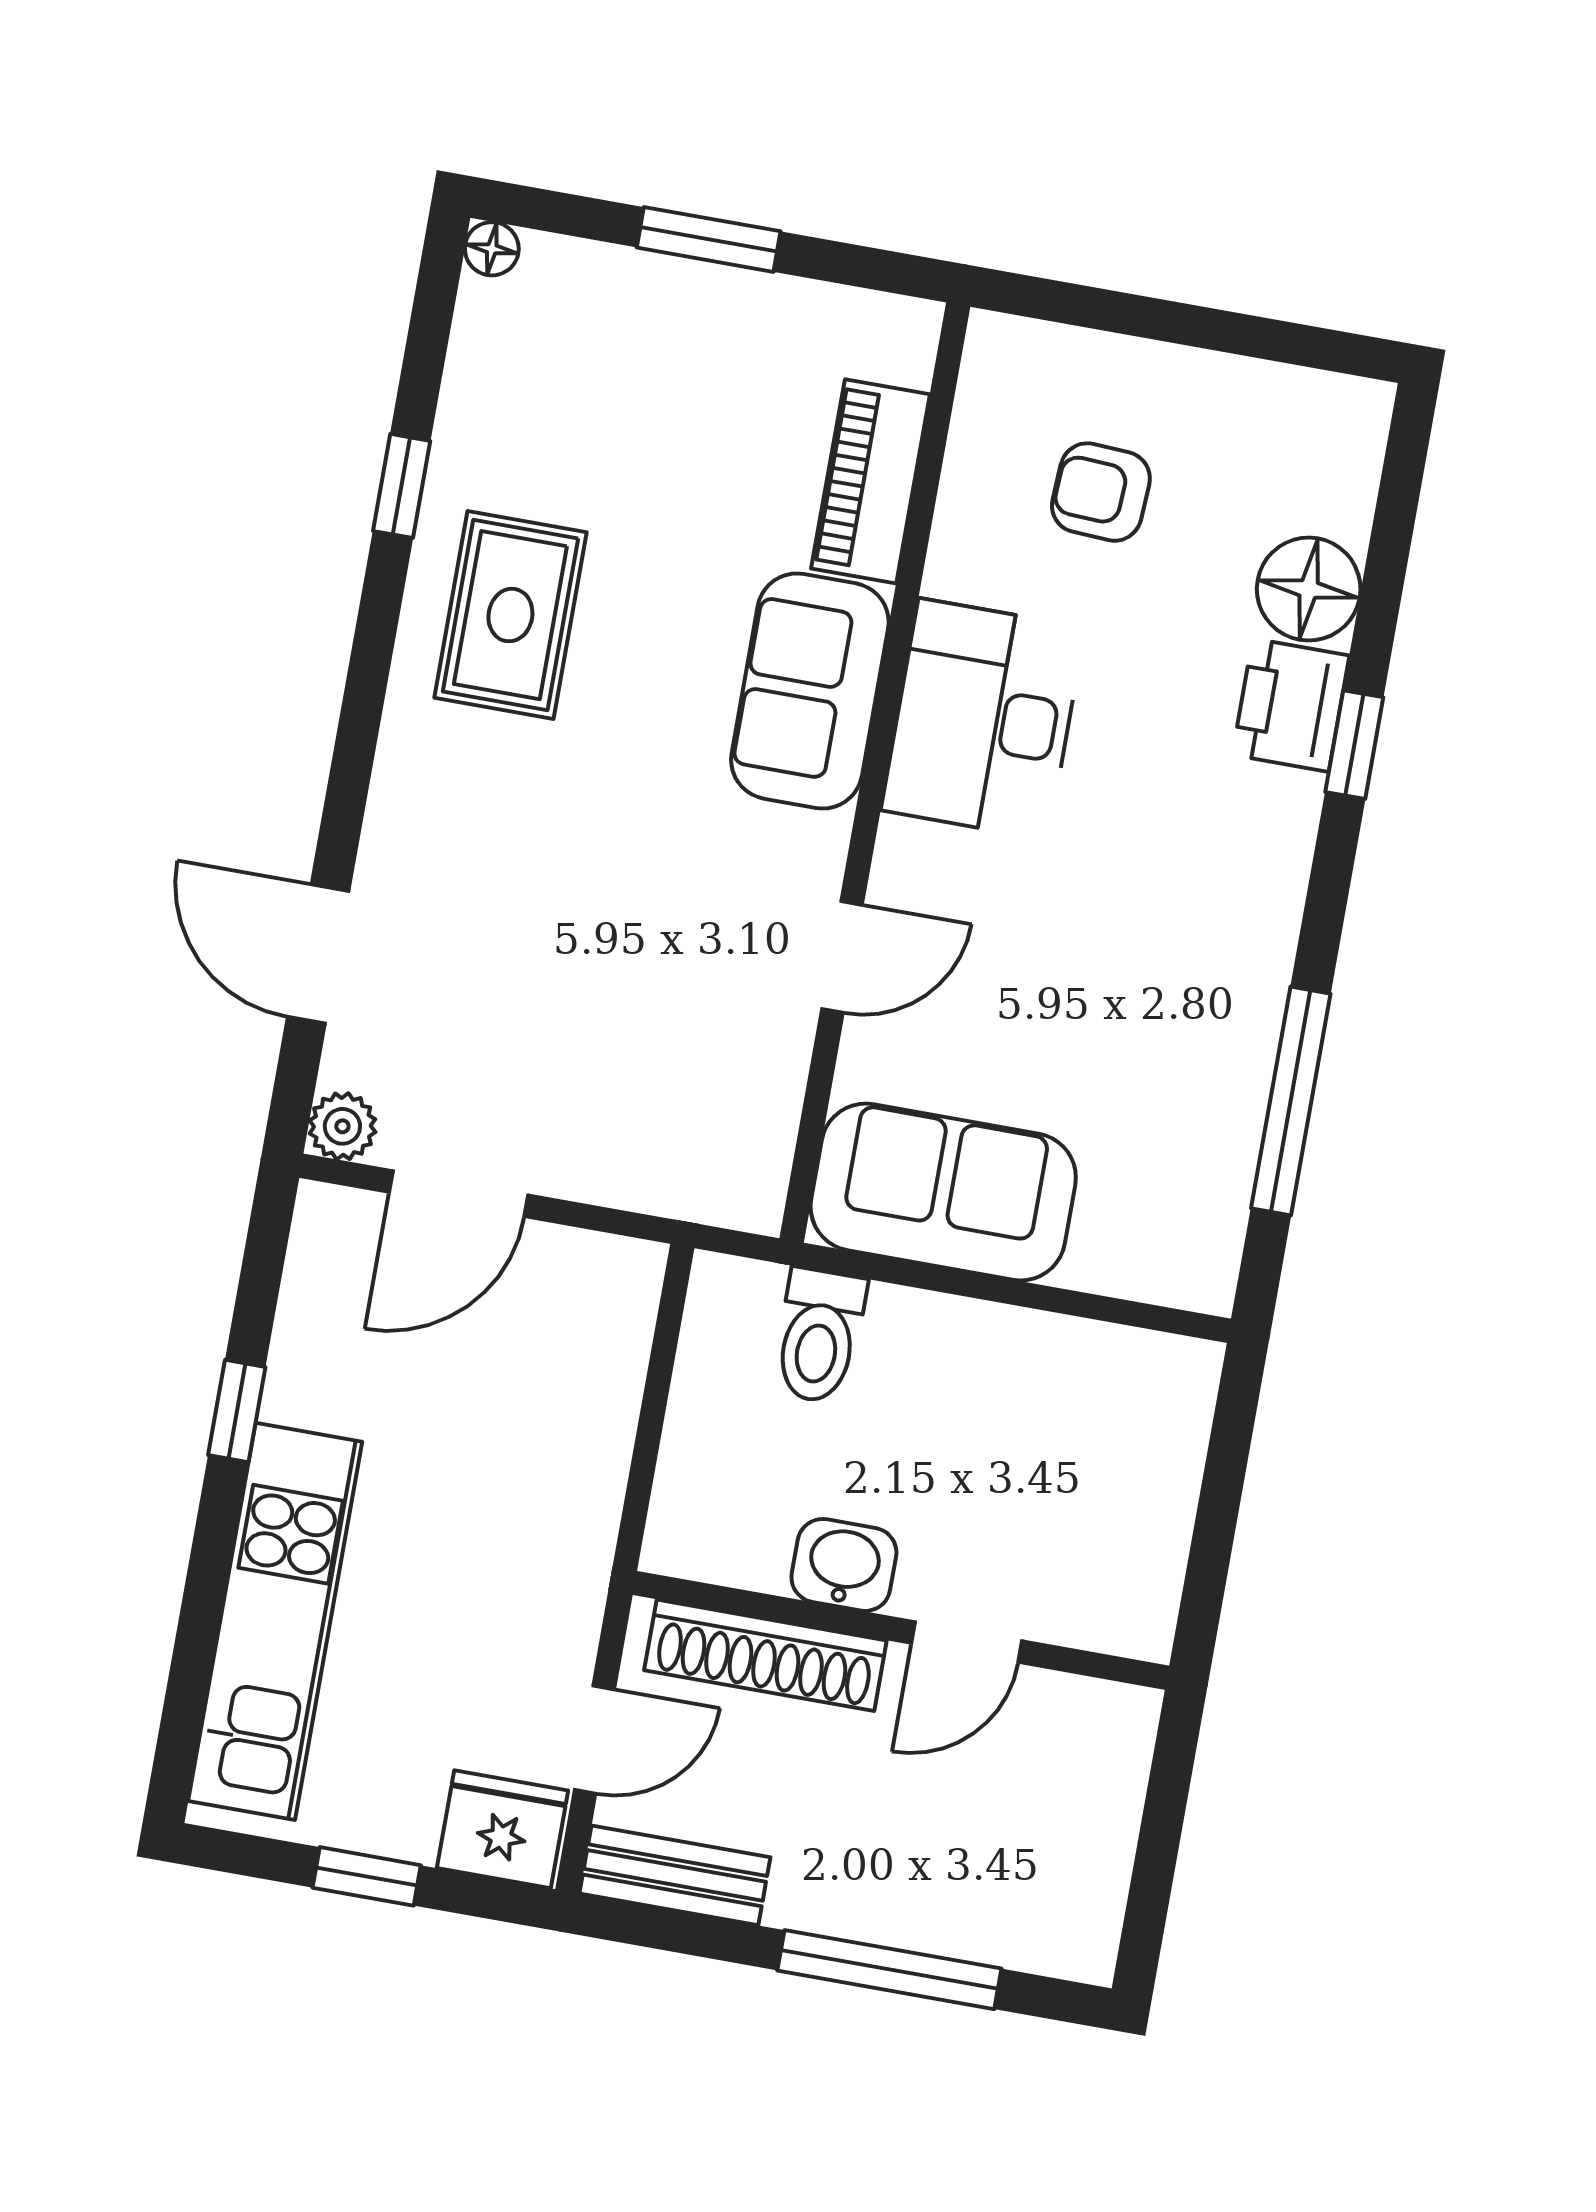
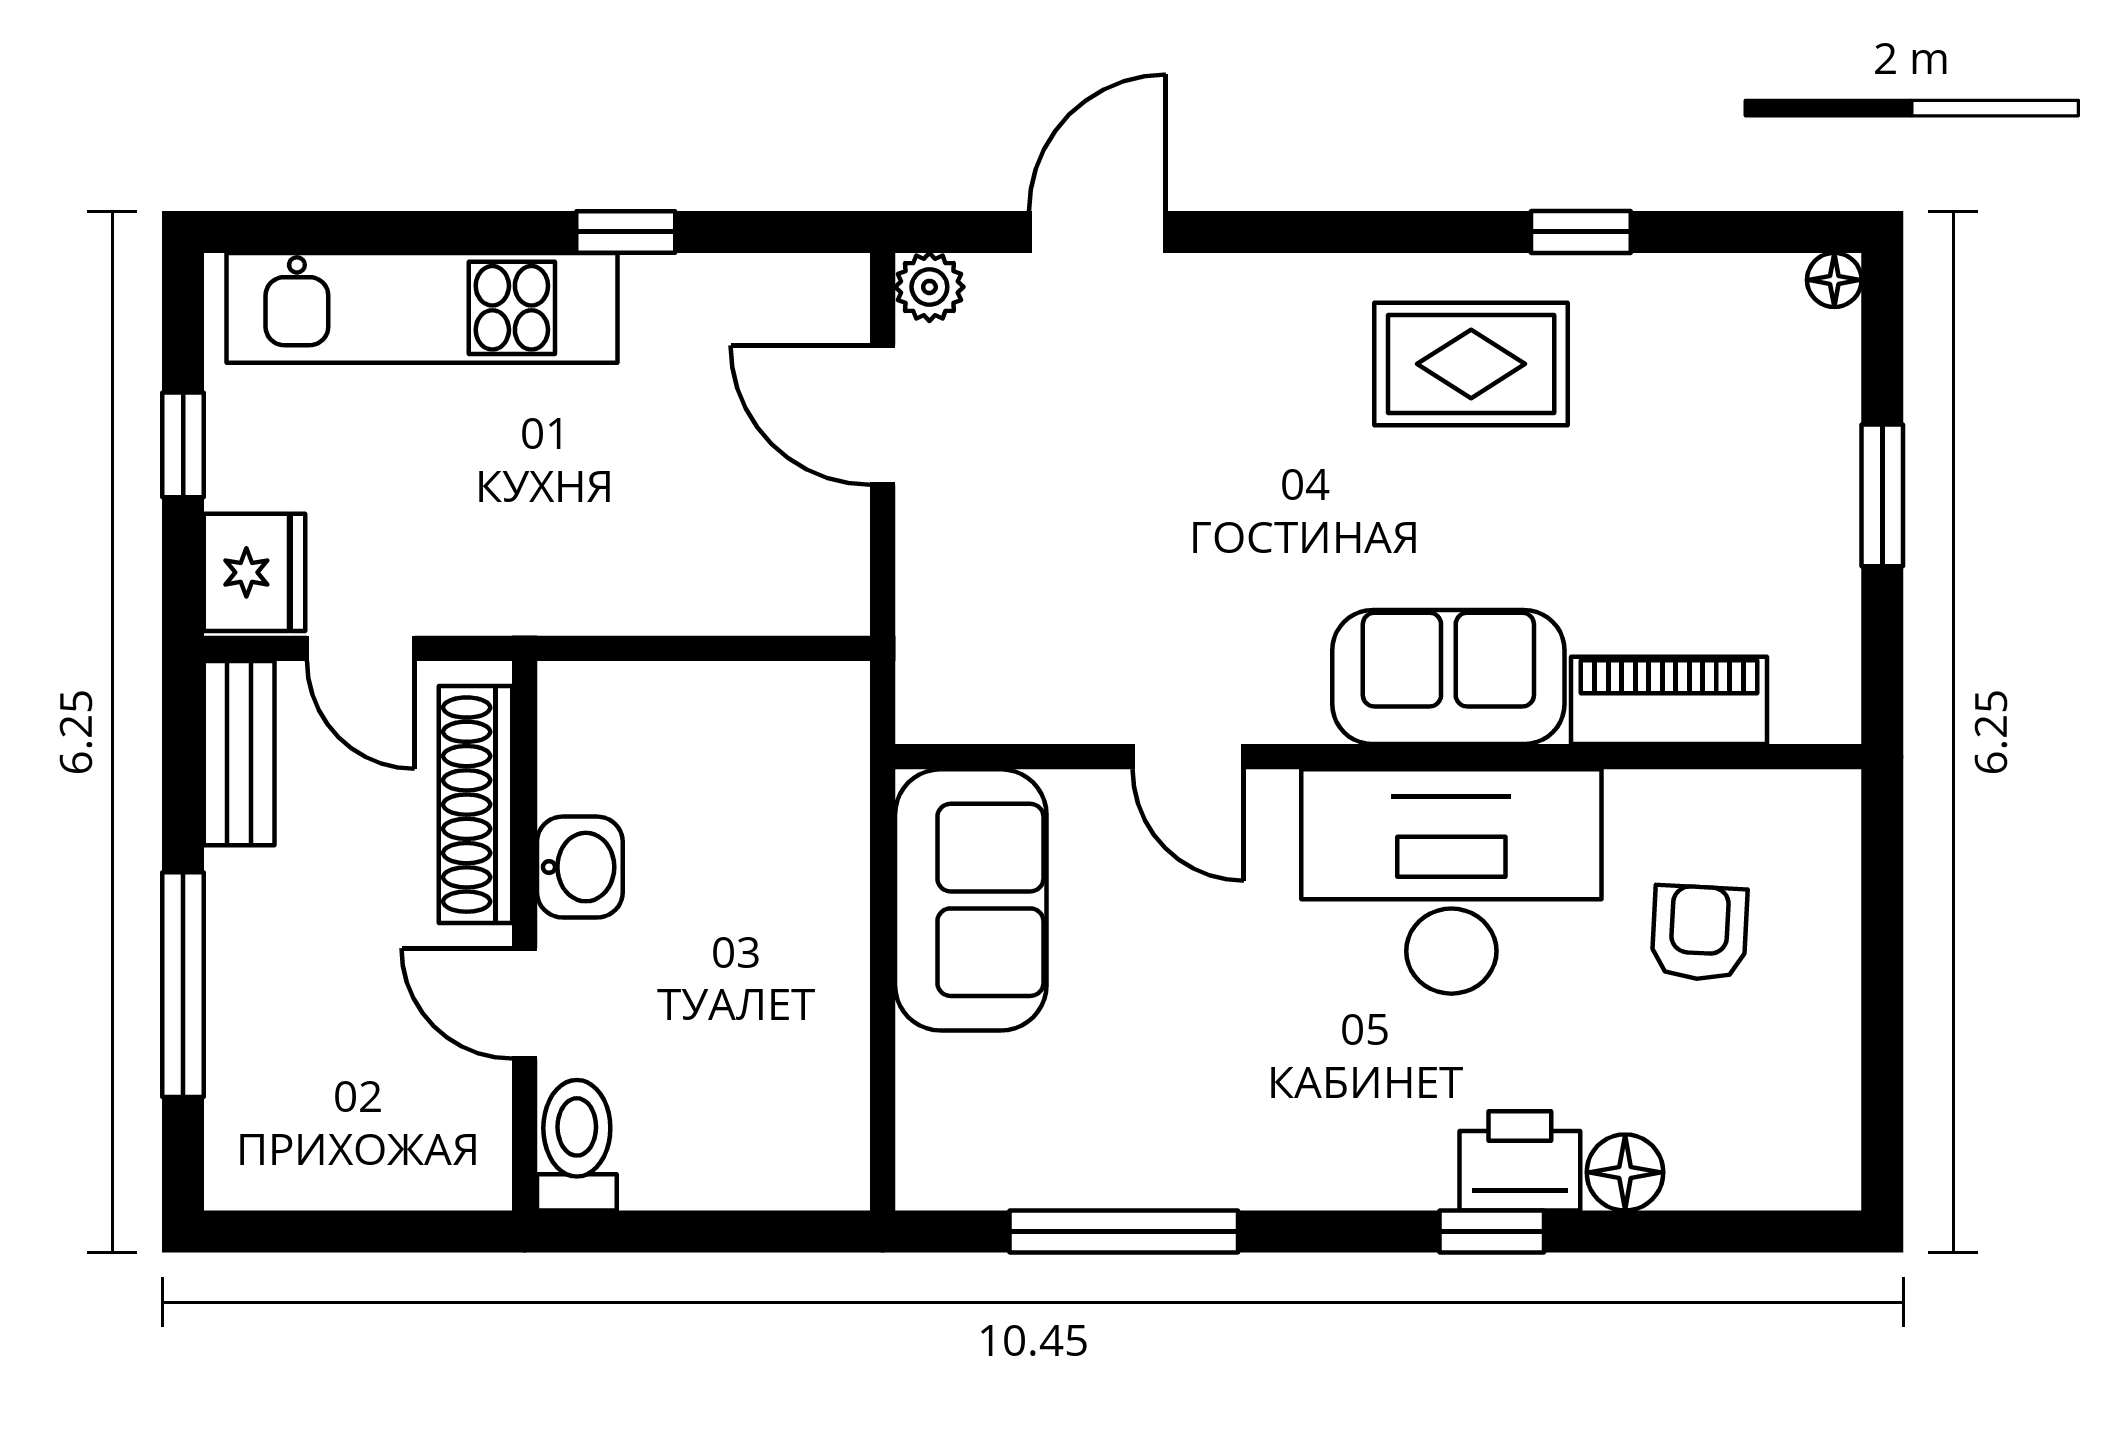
floor lamp: (1309, 589) -> (1625, 1172), width x0.73, depth x0.73
desk: (983, 719) -> (1451, 881), width x1.36, depth x1.30
toilet: (819, 1336) -> (577, 1145), moved, turned 90

